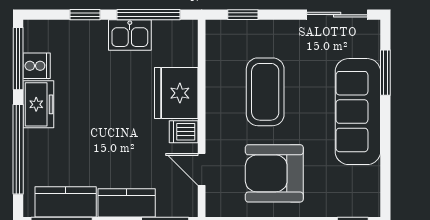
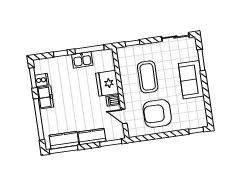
window: (18, 59) -> (33, 78), width x0.69
sofa: (358, 112) -> (191, 80), width x0.73

